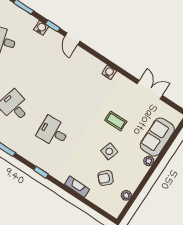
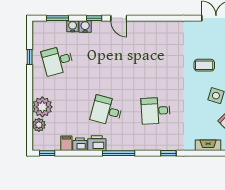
water cooler: (109, 72) -> (73, 26), moved

